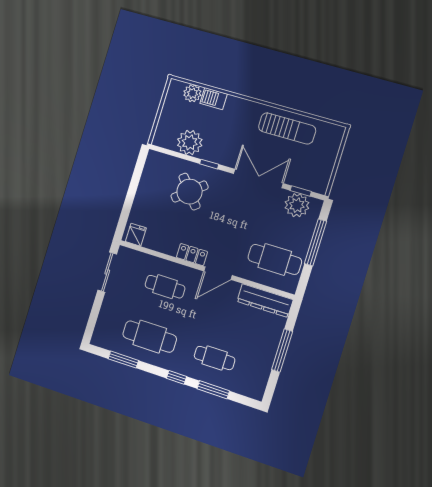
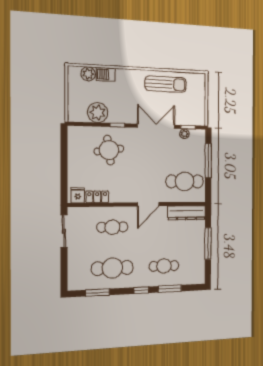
round table: (190, 192) -> (109, 150), turned 31
plant: (297, 205) -> (184, 134), width x0.53, depth x0.53
locker: (192, 255) -> (97, 197), moved

